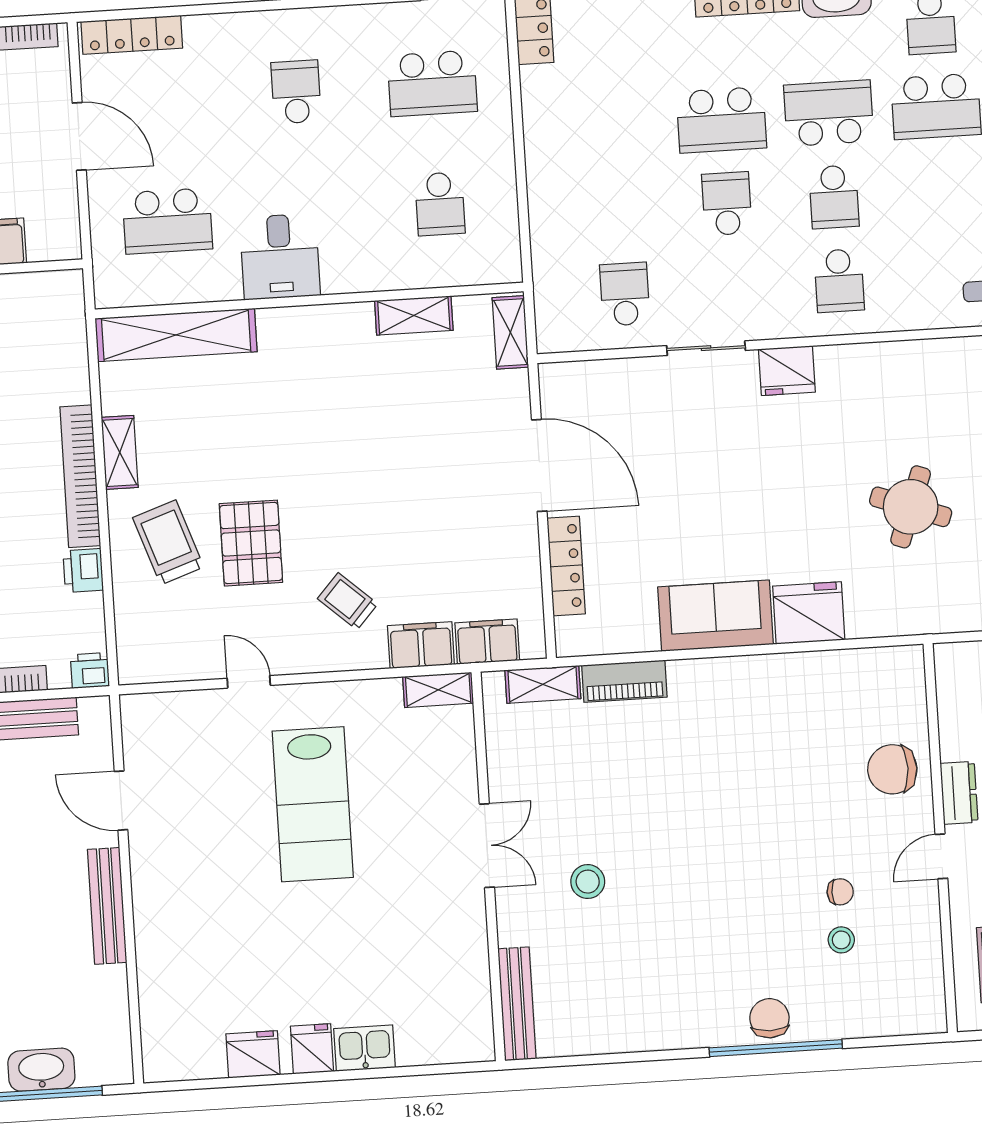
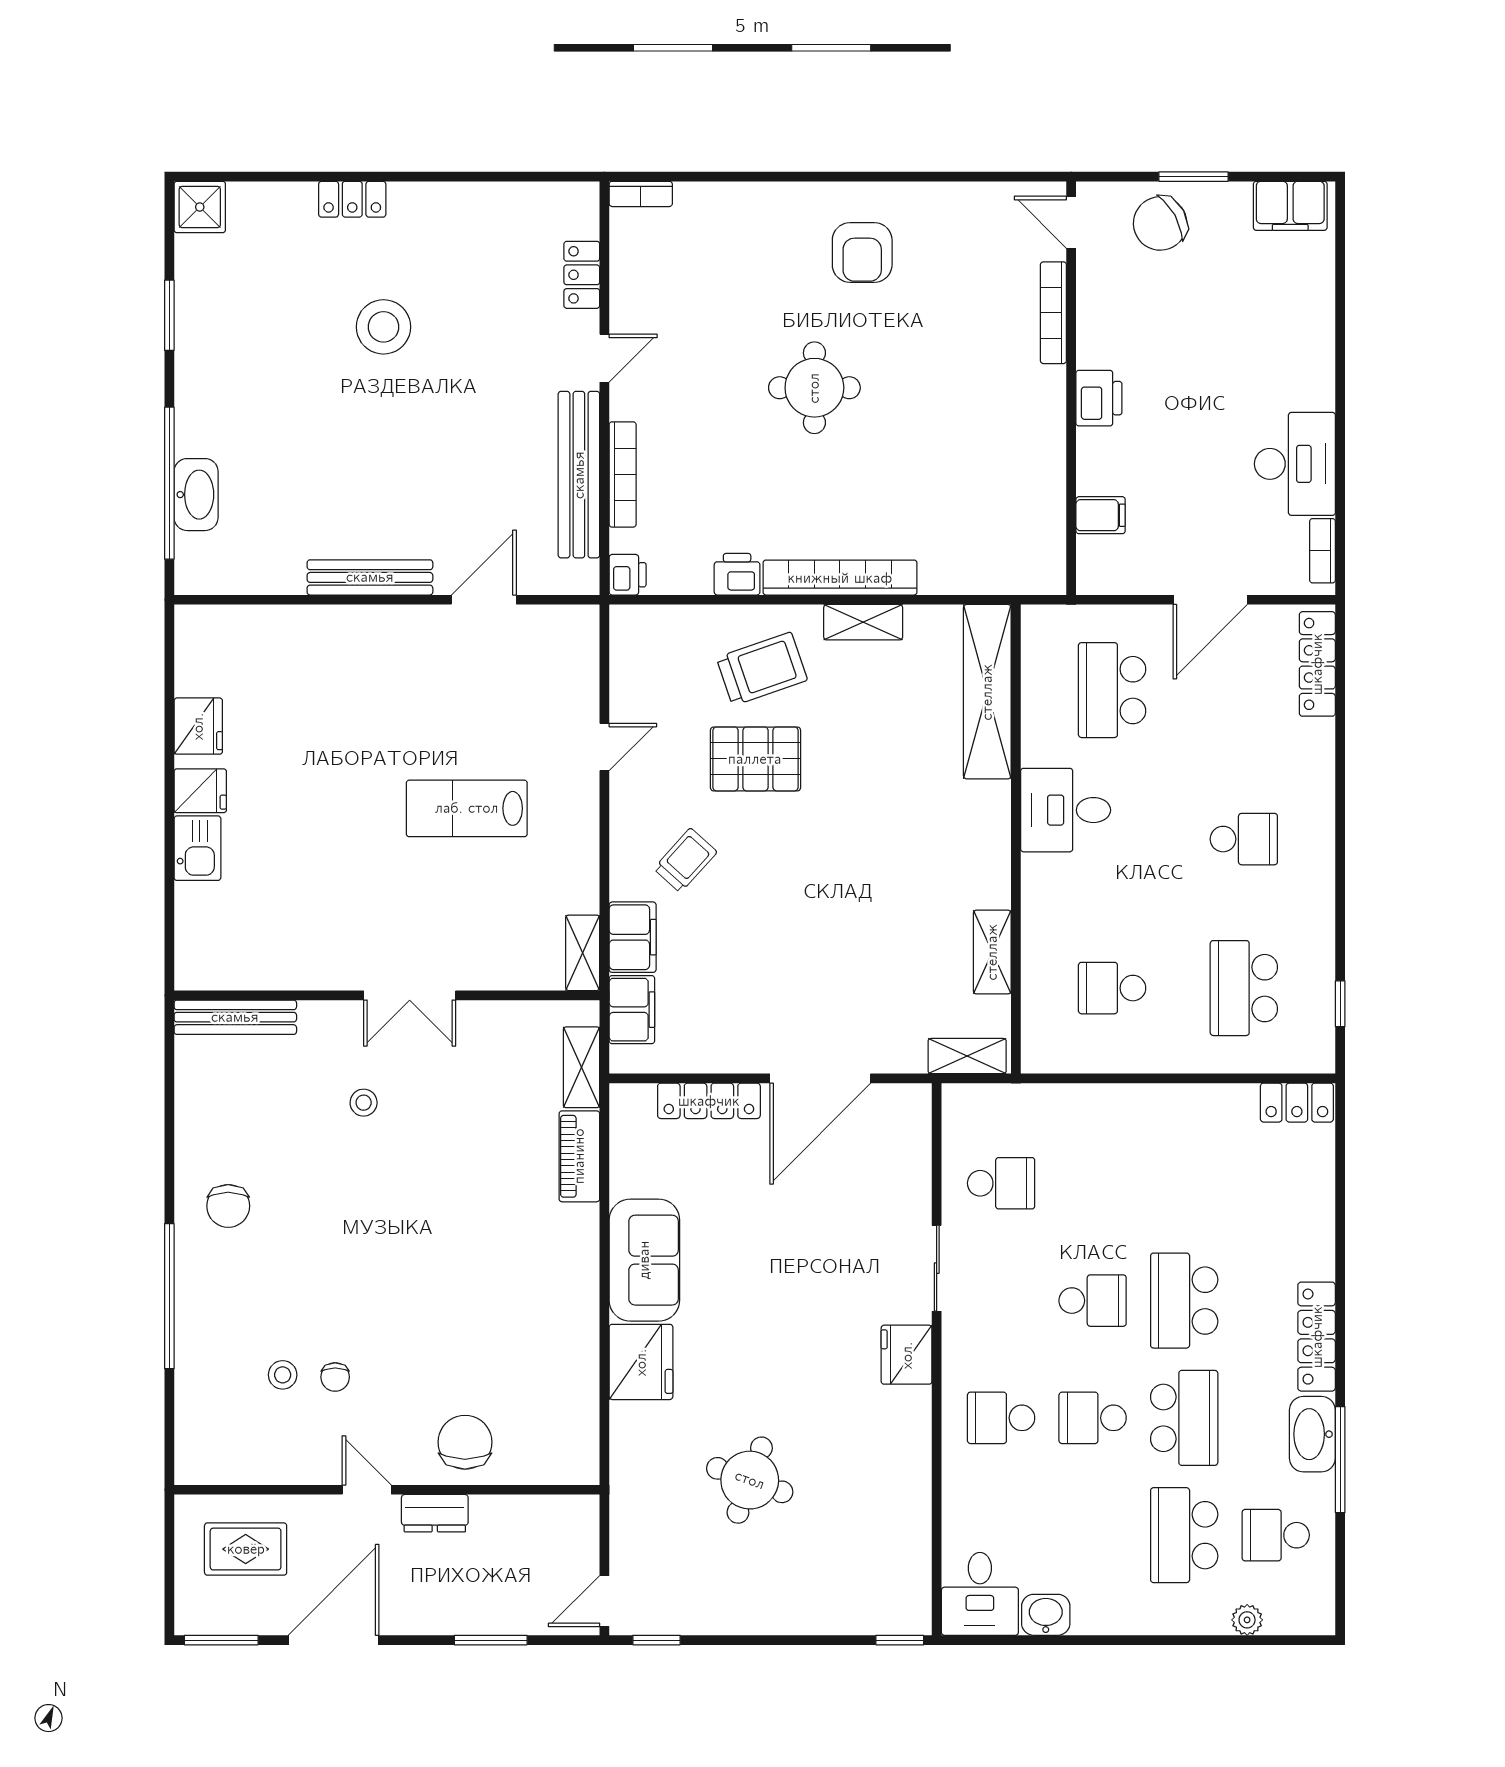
lab bench: (313, 804) -> (467, 808), width x0.73, depth x0.72
stool: (588, 882) -> (364, 1103), width x0.73, depth x0.73
chair: (769, 1018) -> (228, 1206), moved, turned 90

